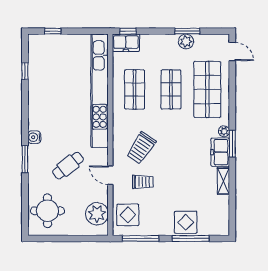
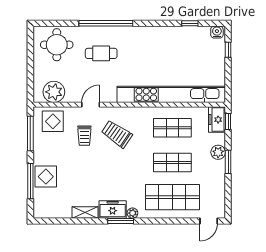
window: (187, 31) -> (228, 162), moved
plant: (186, 41) -> (218, 152), moved
water cooler: (34, 137) -> (217, 32), moved
window: (25, 159) -> (106, 23), width x2.11
cafe table: (68, 166) -> (101, 53), moved, turned -52

